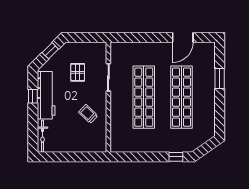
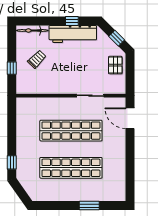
door: (183, 37) -> (130, 118), moved
pallet: (78, 72) -> (115, 65), moved, turned 90
trolley: (88, 114) -> (37, 59), moved
window: (81, 157) -> (12, 68), added

